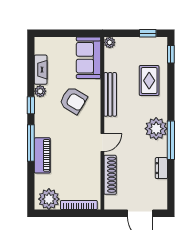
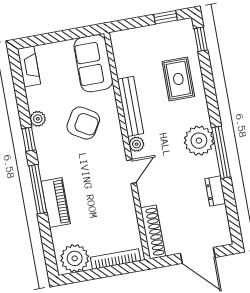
plant: (110, 42) -> (136, 144), moved
fireplace: (41, 70) -> (29, 66), moved
shoe rack: (110, 175) -> (153, 232), moved

